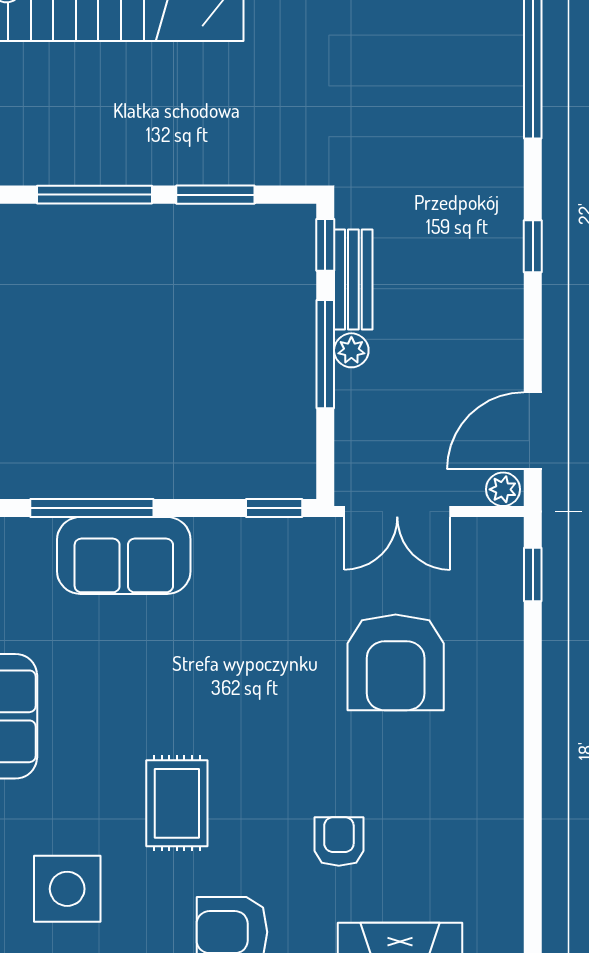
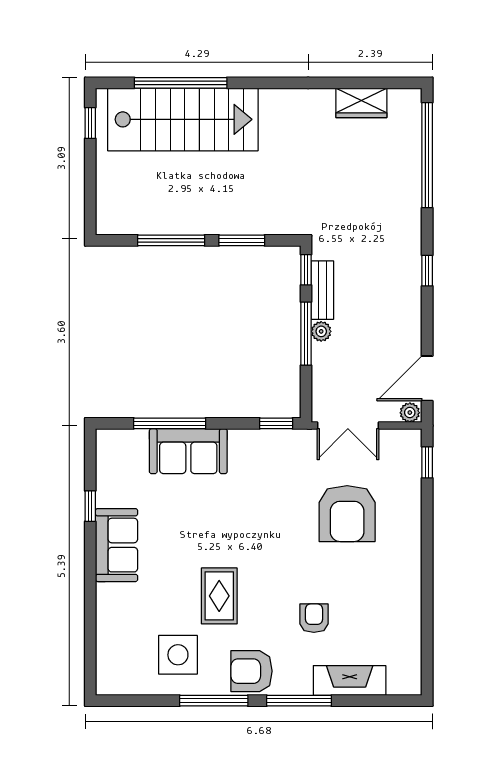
side table: (67, 889) -> (178, 655), moved

